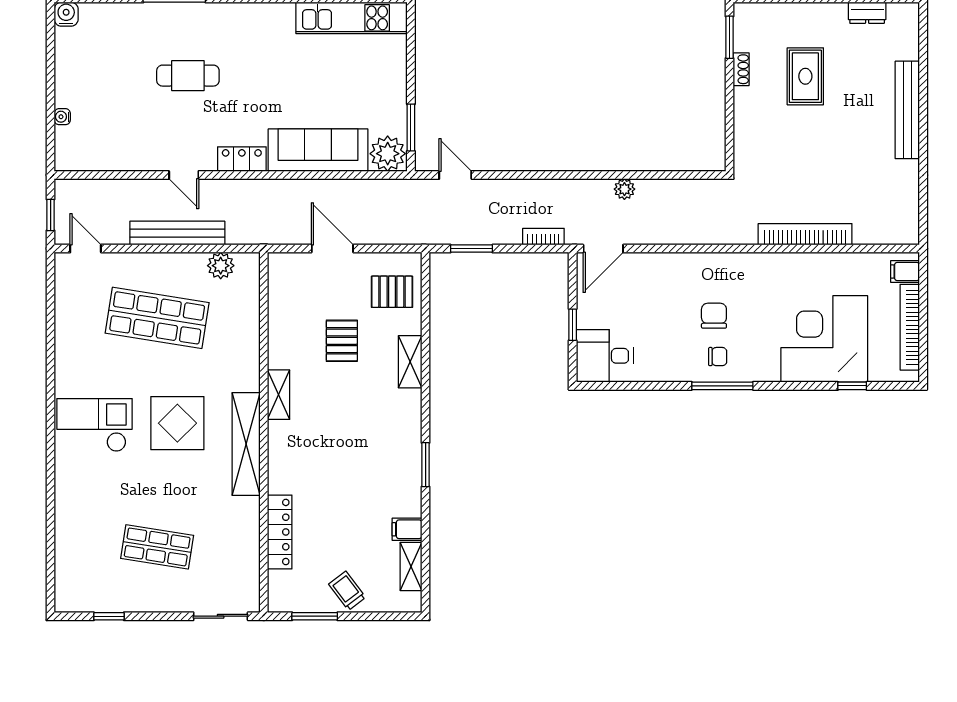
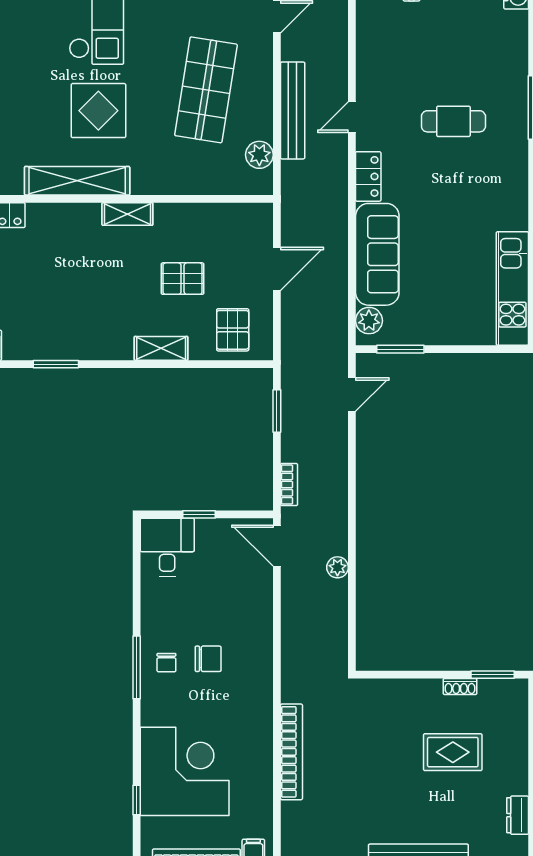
cafe table: (188, 76) -> (453, 121), turned 90
plant: (388, 154) -> (369, 321), width x0.73, depth x0.73

